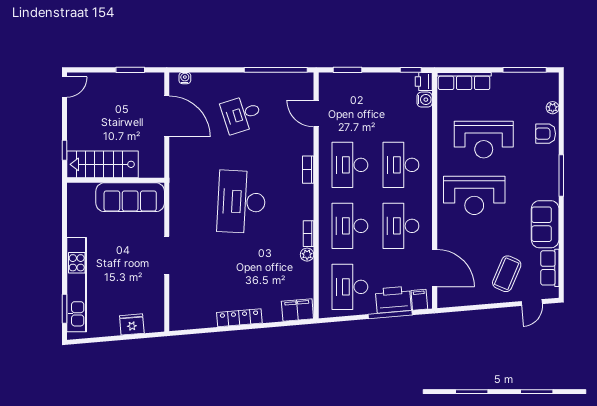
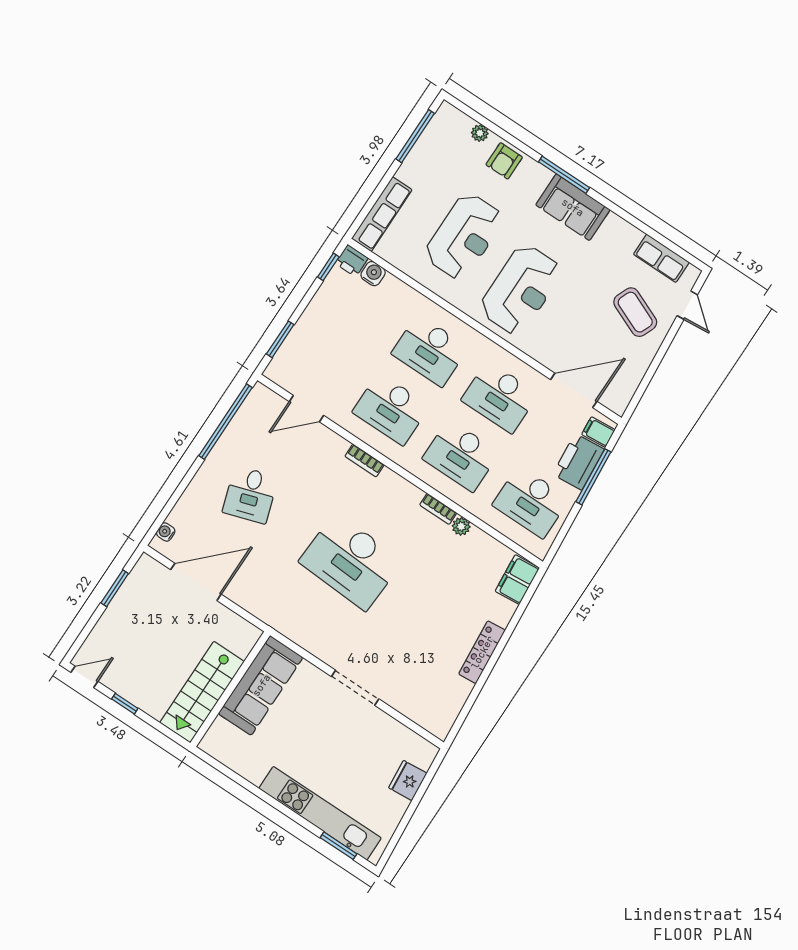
door: (65, 87) -> (84, 677), hinge flipped
window: (65, 150) -> (125, 704), moved
sofa: (545, 224) -> (573, 207), moved

